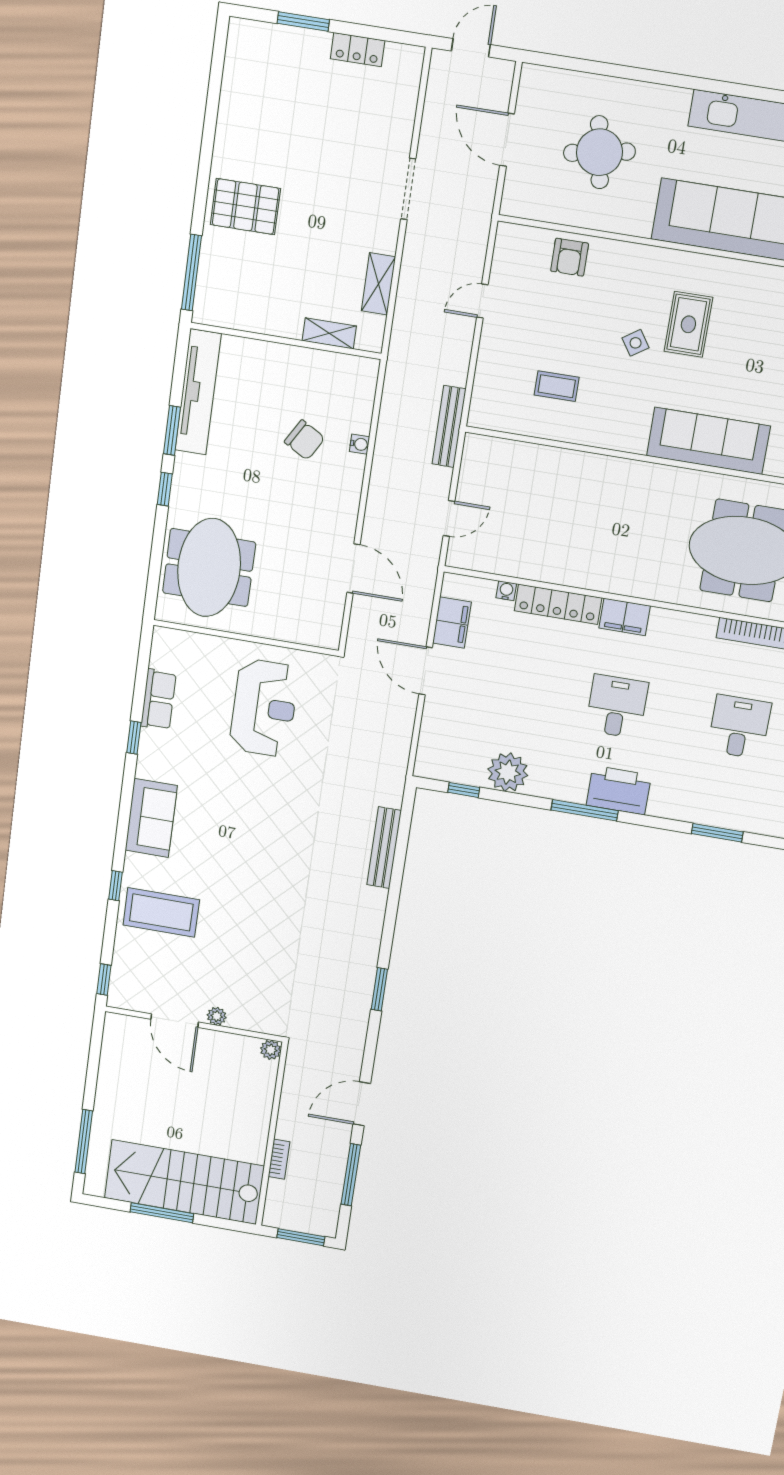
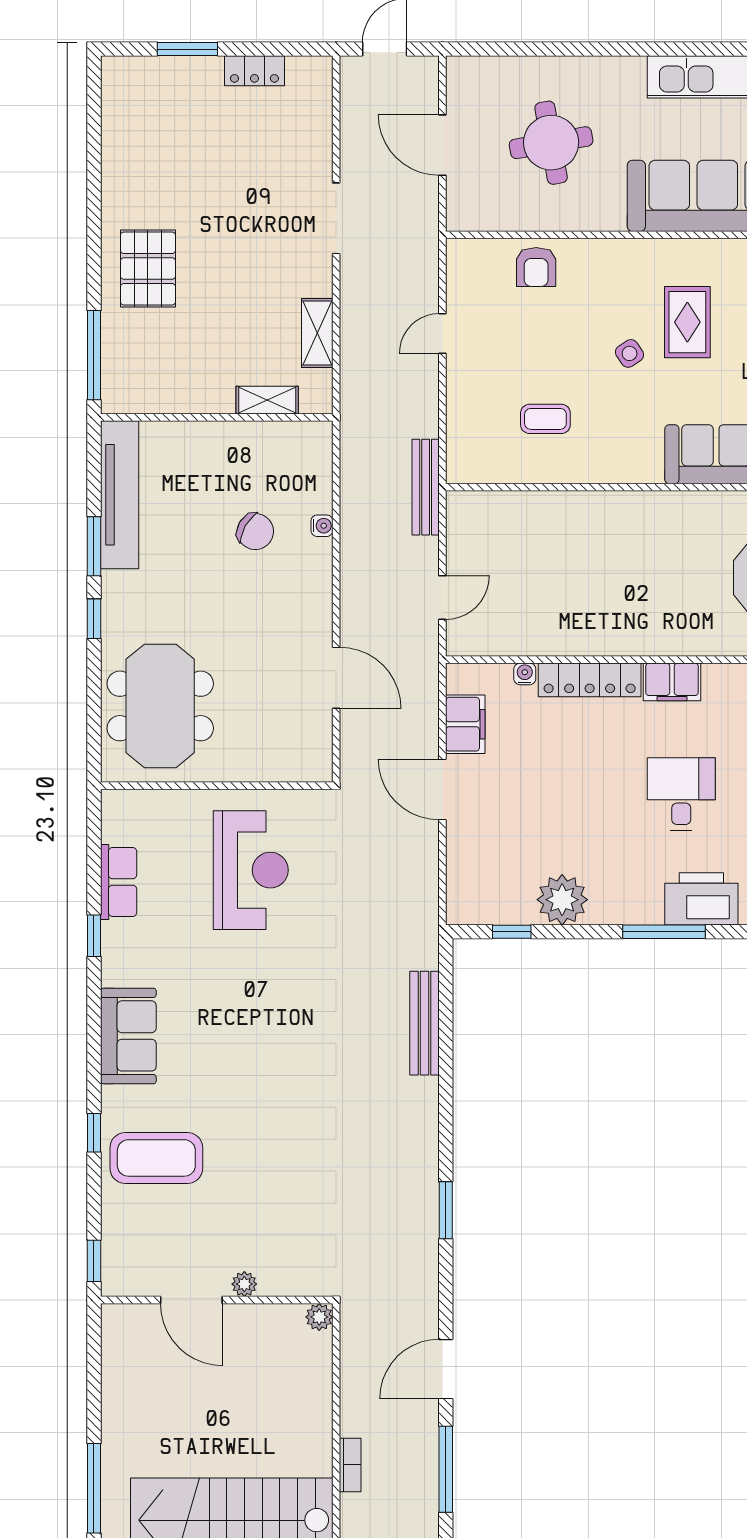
pallet: (245, 207) -> (148, 269), turned 90

